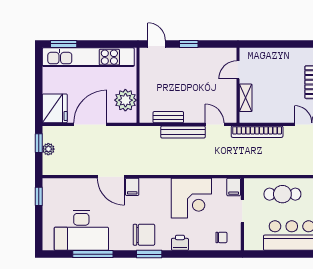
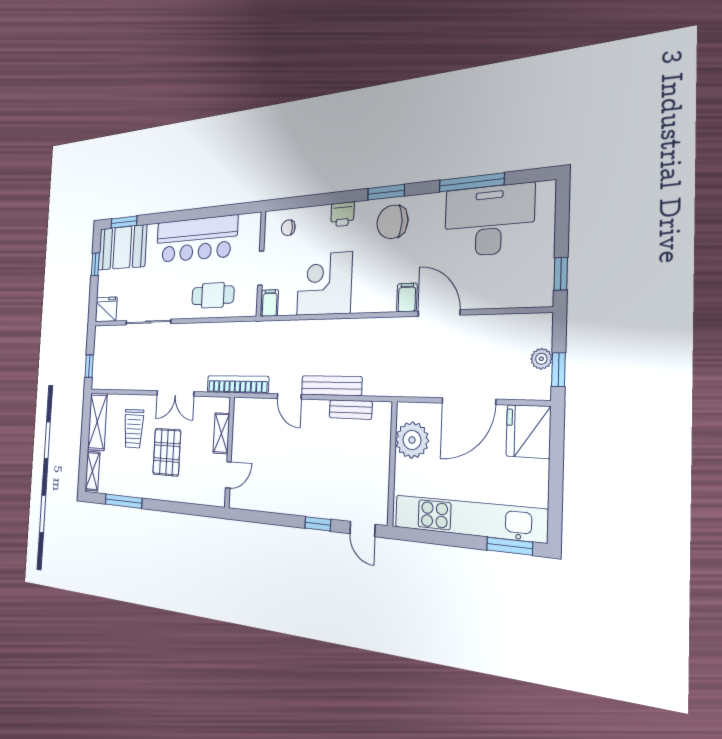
door: (238, 70) -> (228, 475), moved
wall: (238, 85) -> (229, 452), moved
shelving: (246, 98) -> (221, 433), moved

